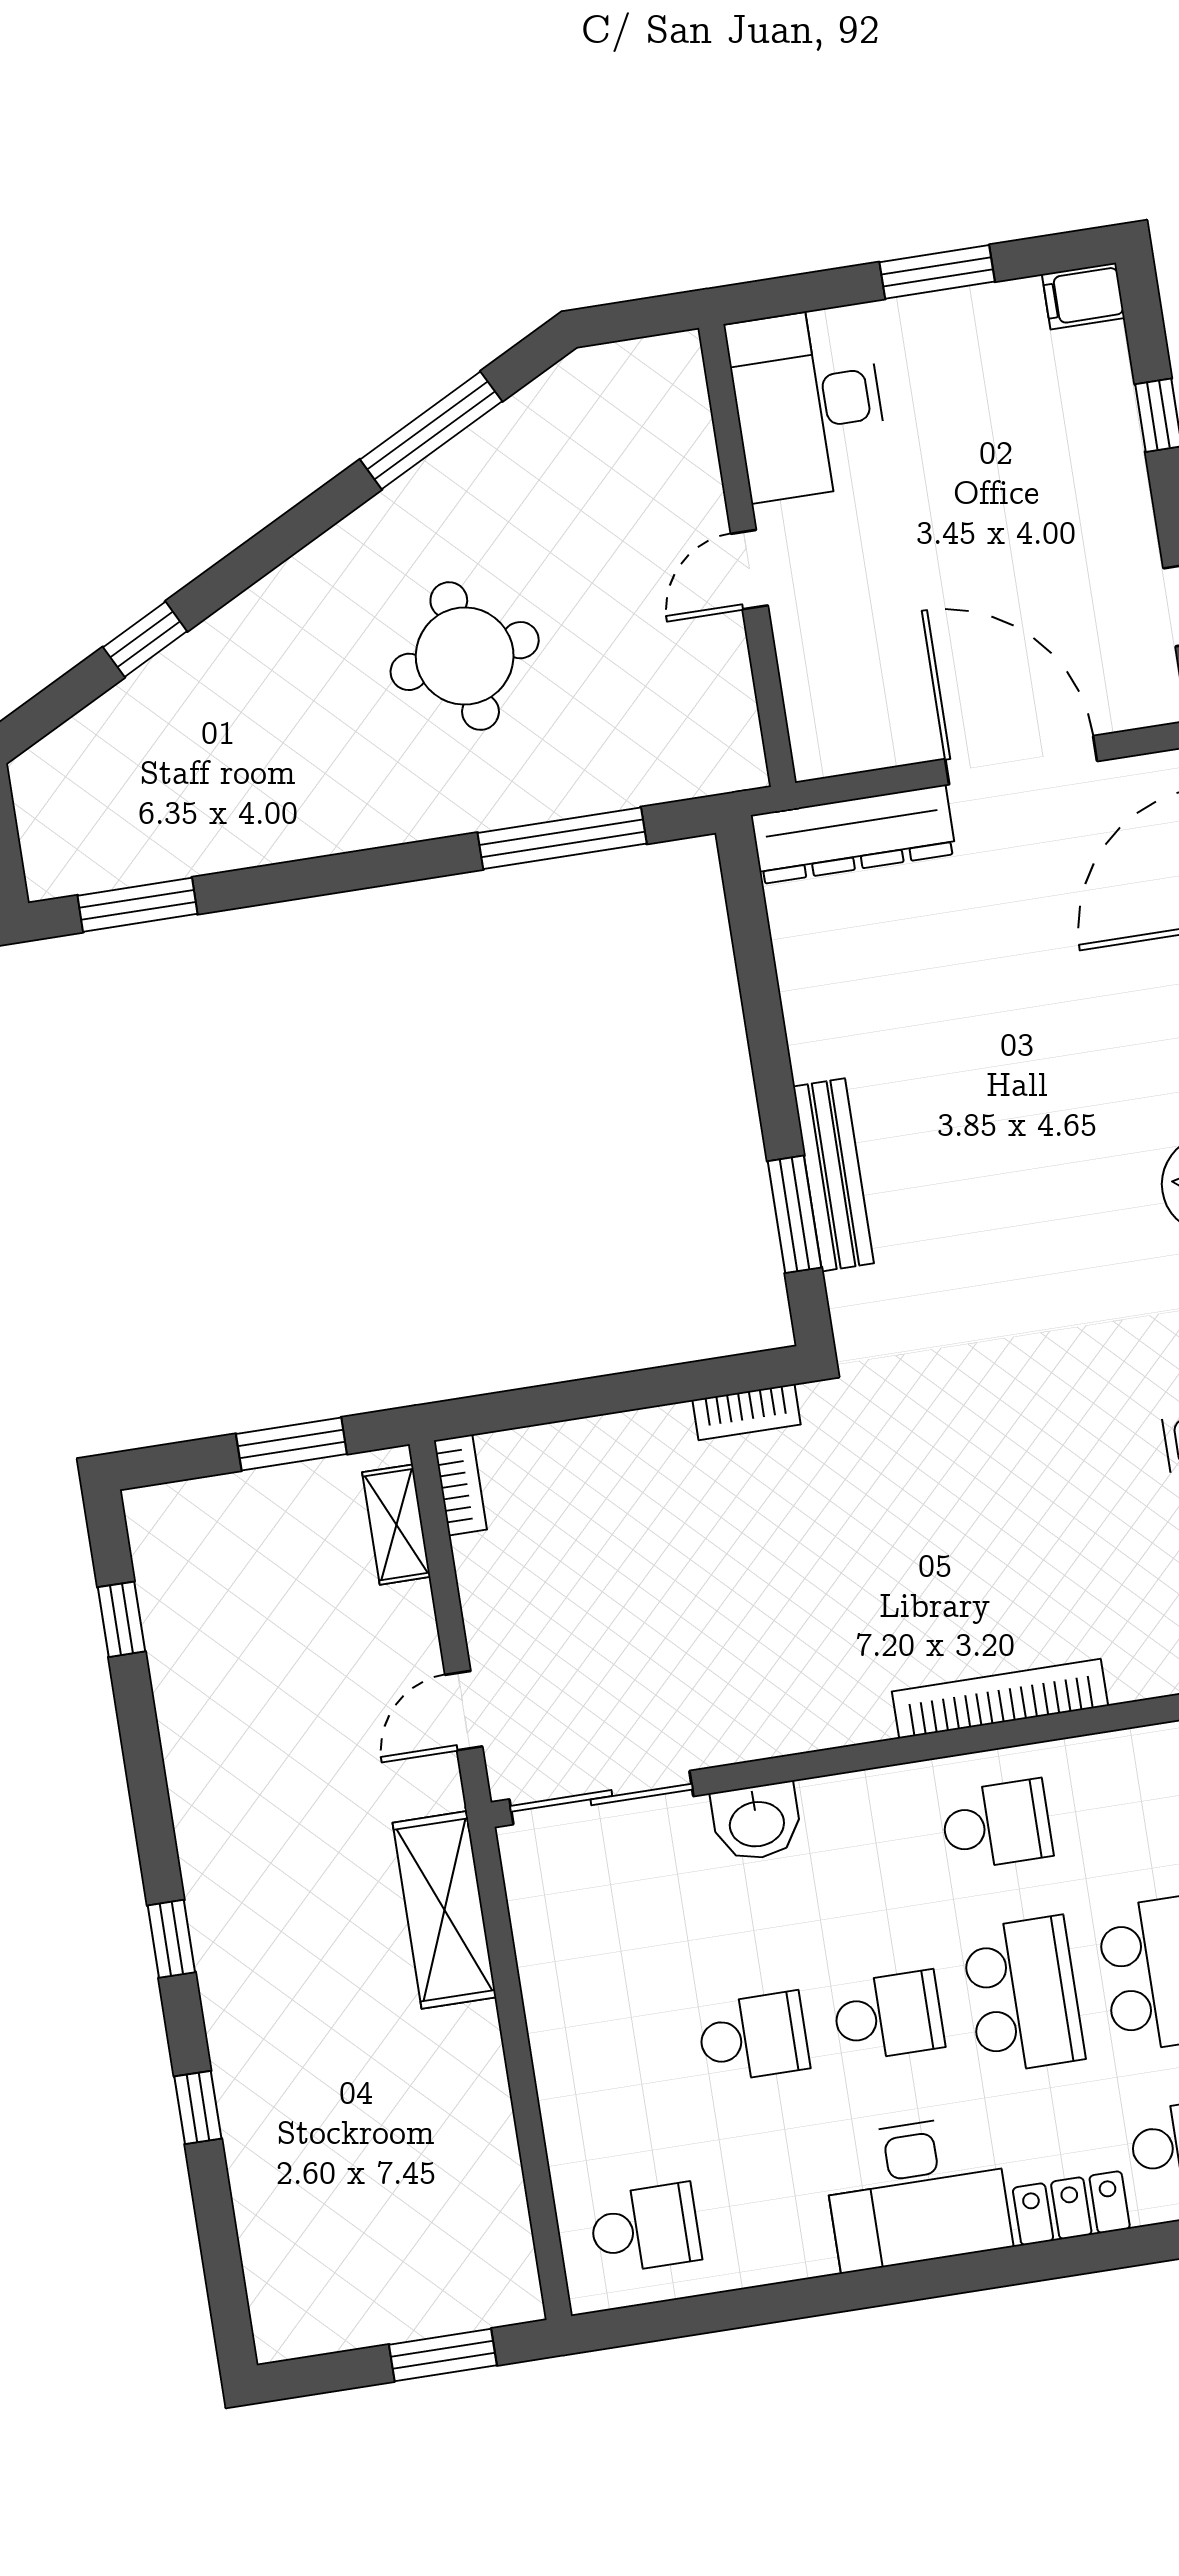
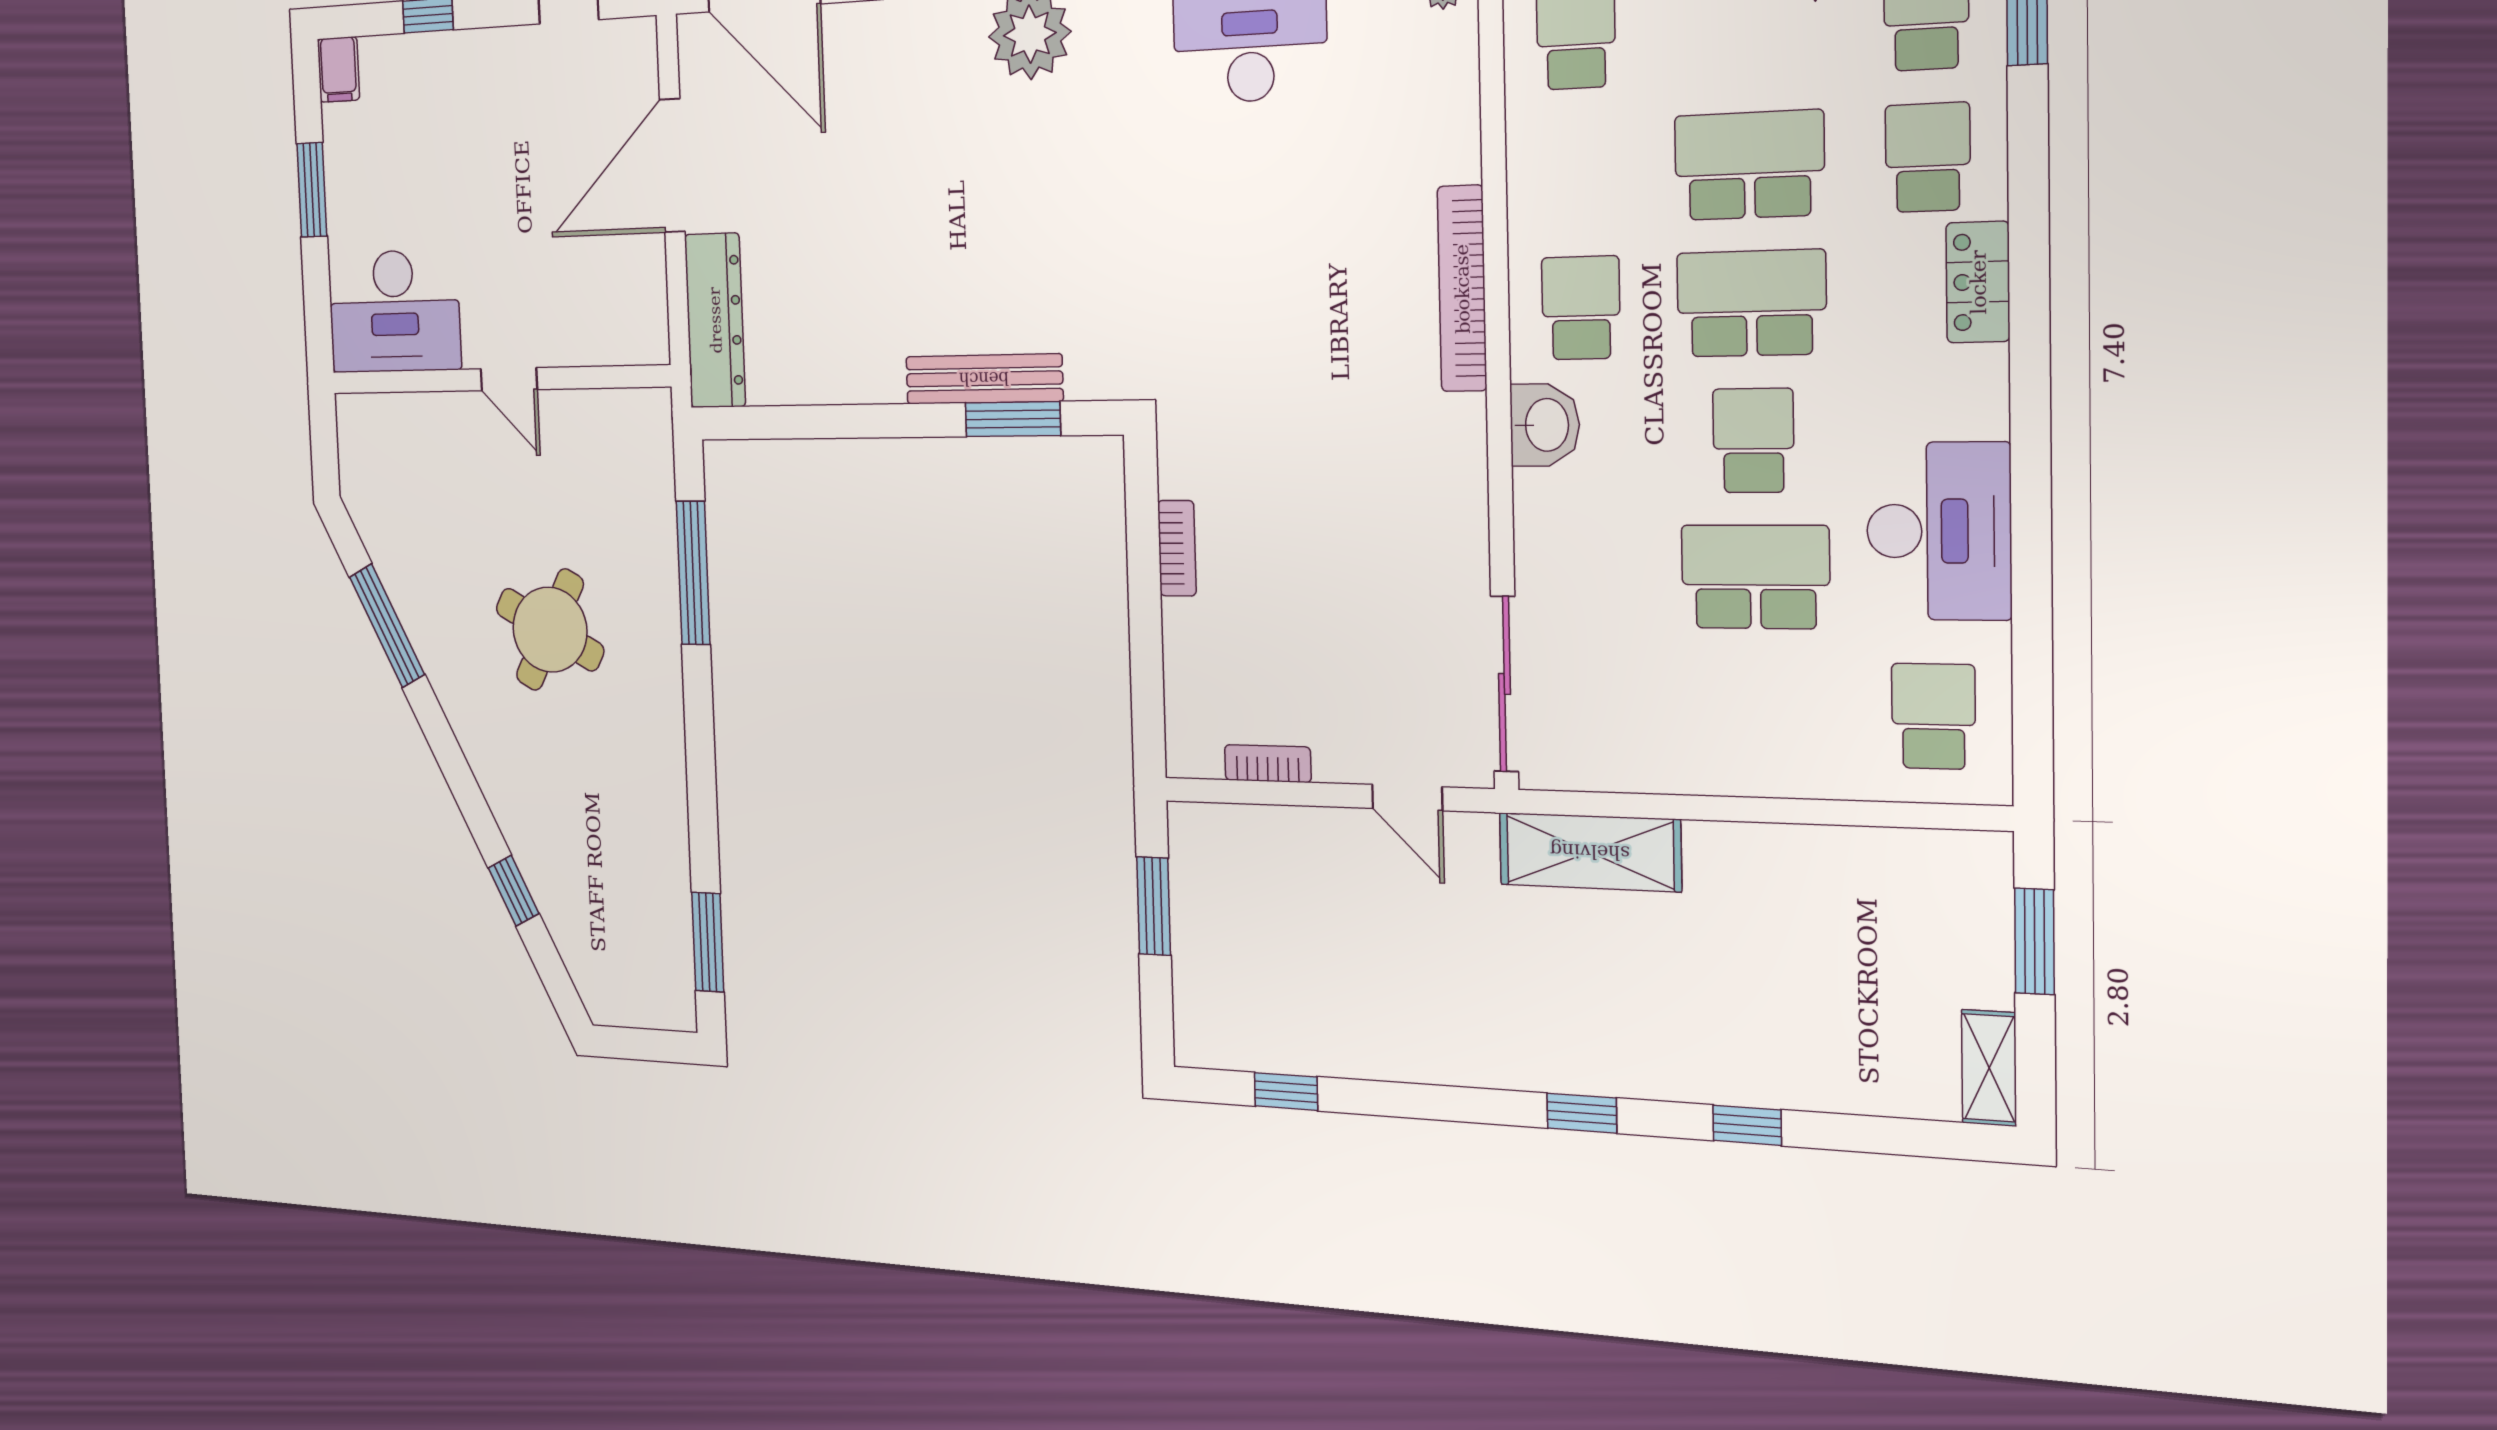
round table: (465, 656) -> (550, 630), turned 35
bookcase: (746, 1412) -> (1177, 548), moved
bookcase: (460, 1485) -> (1268, 764), moved
shelving: (396, 1525) -> (1989, 1068), moved, turned 90
washbasin: (757, 1822) -> (1545, 425), moved
school desk: (753, 2037) -> (1755, 577), width x1.85
desk: (917, 2193) -> (1939, 531), moved

